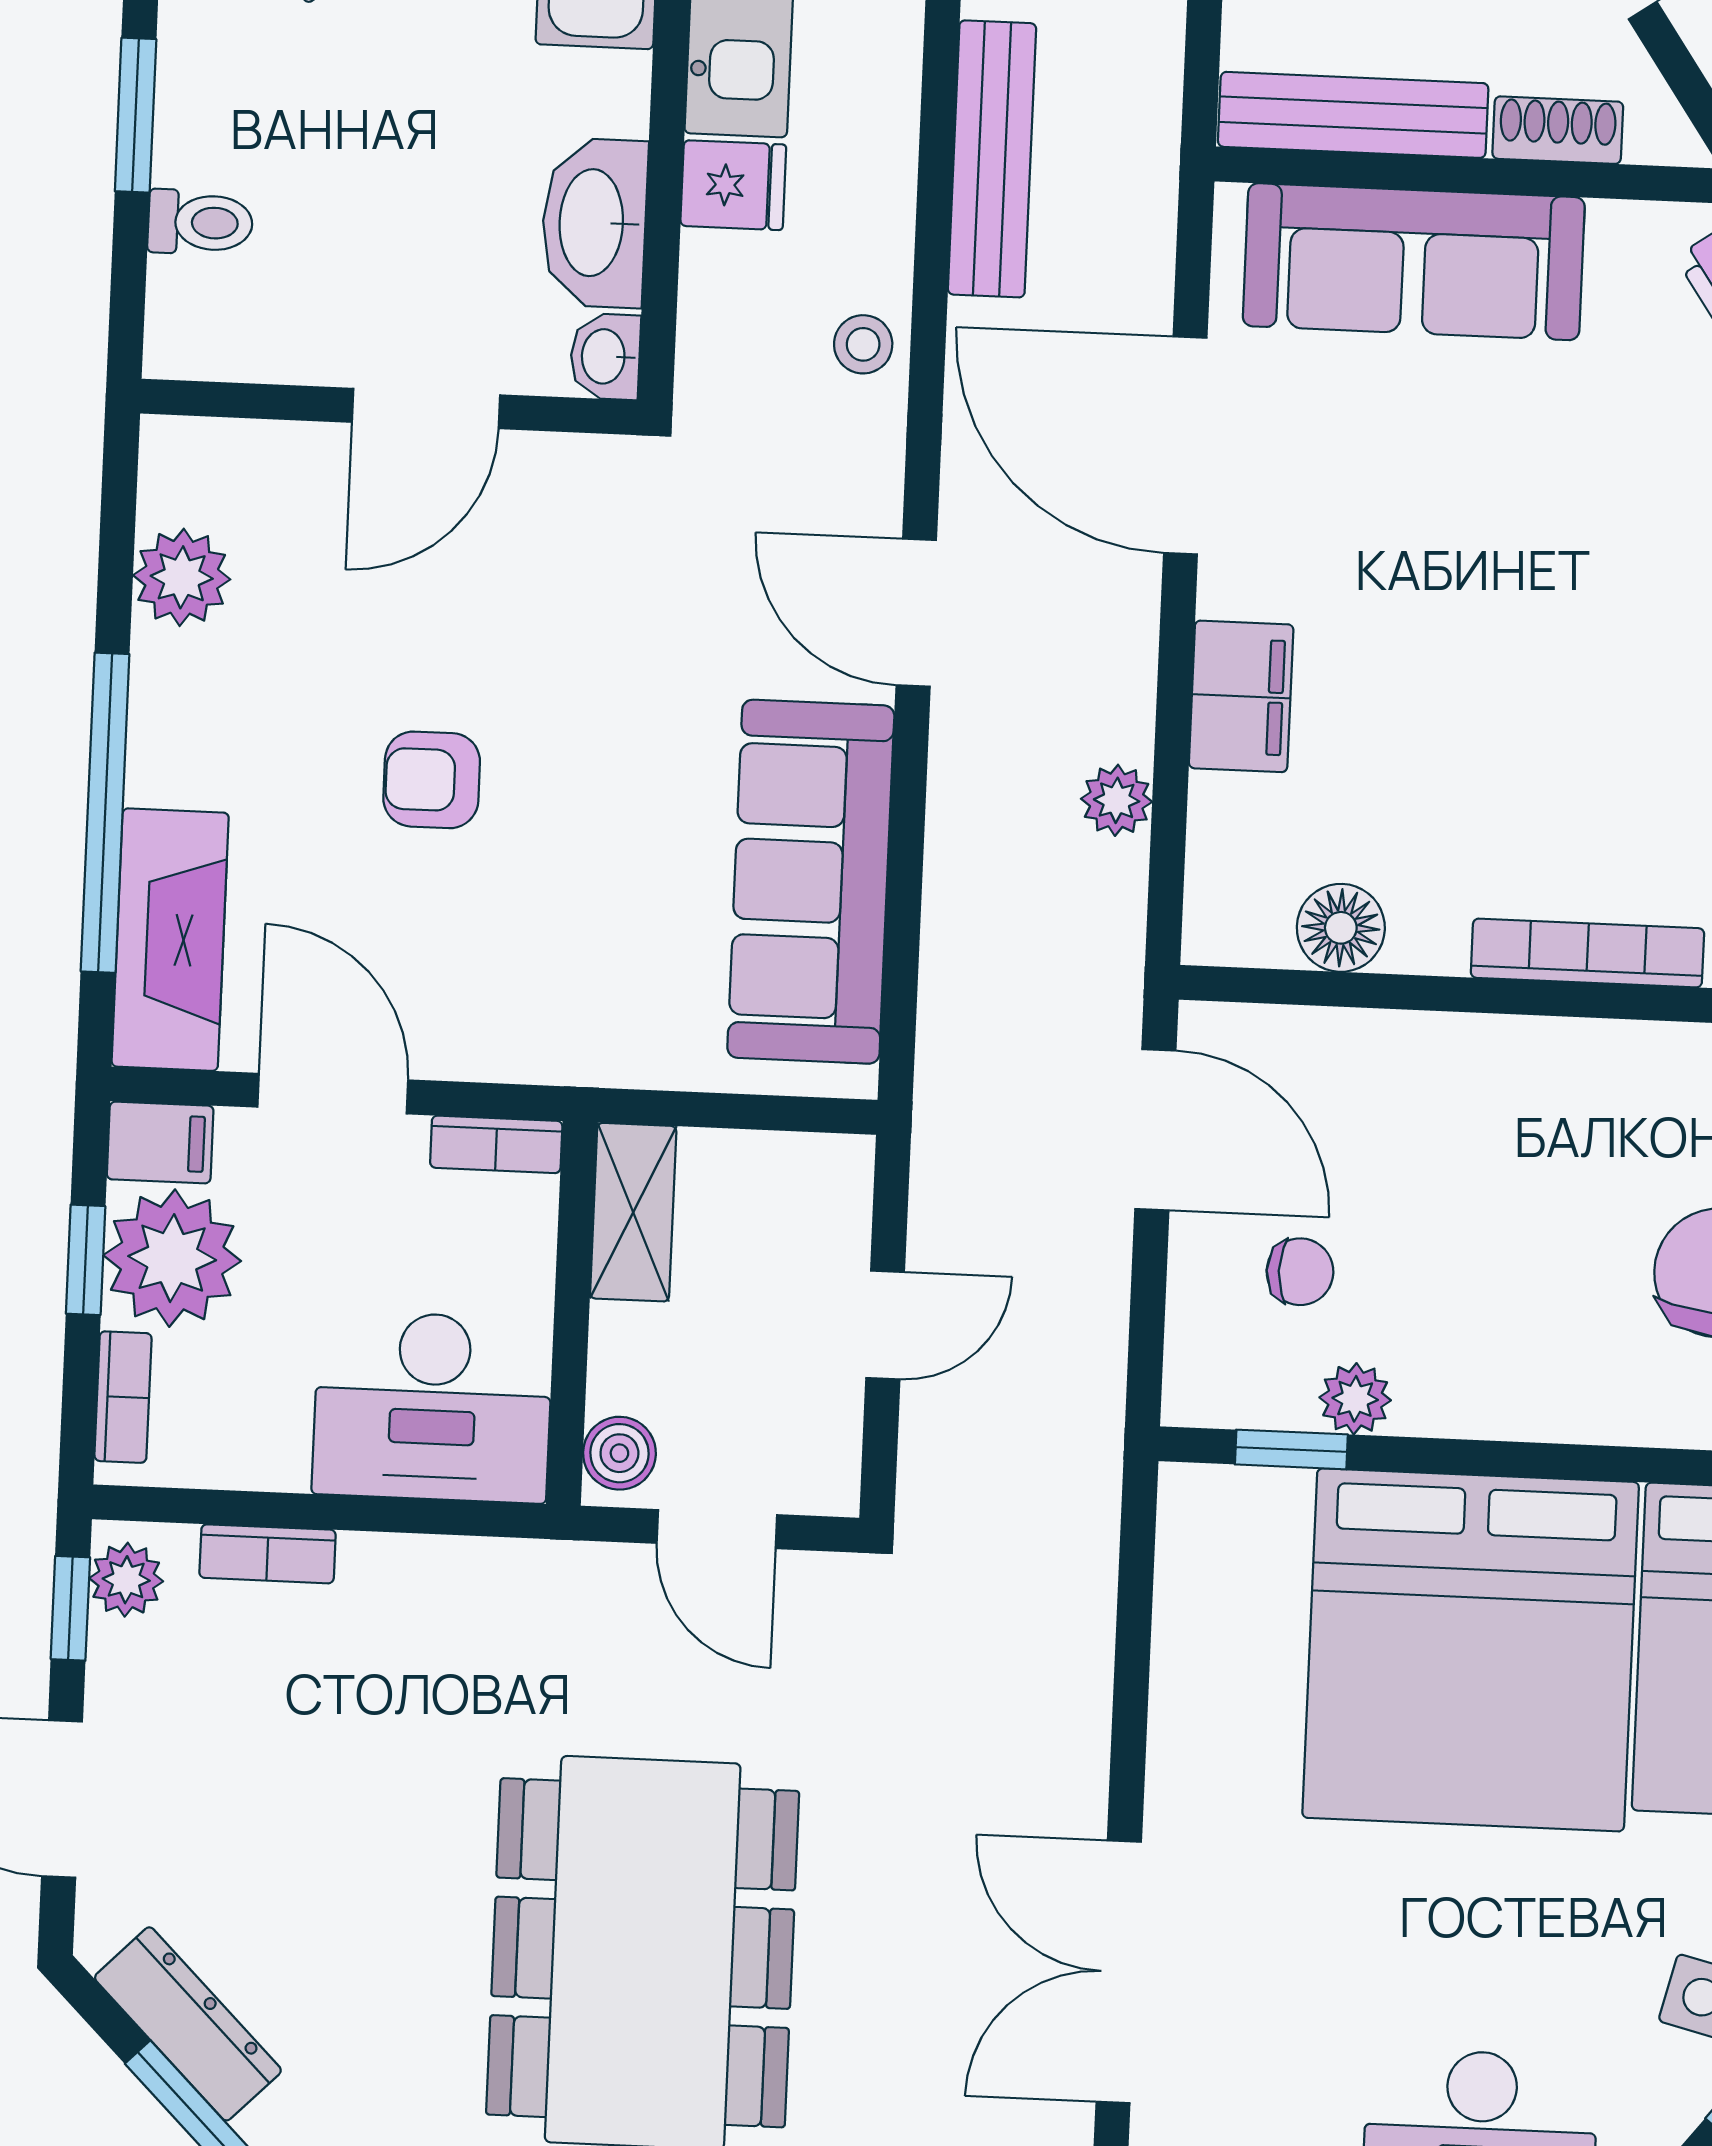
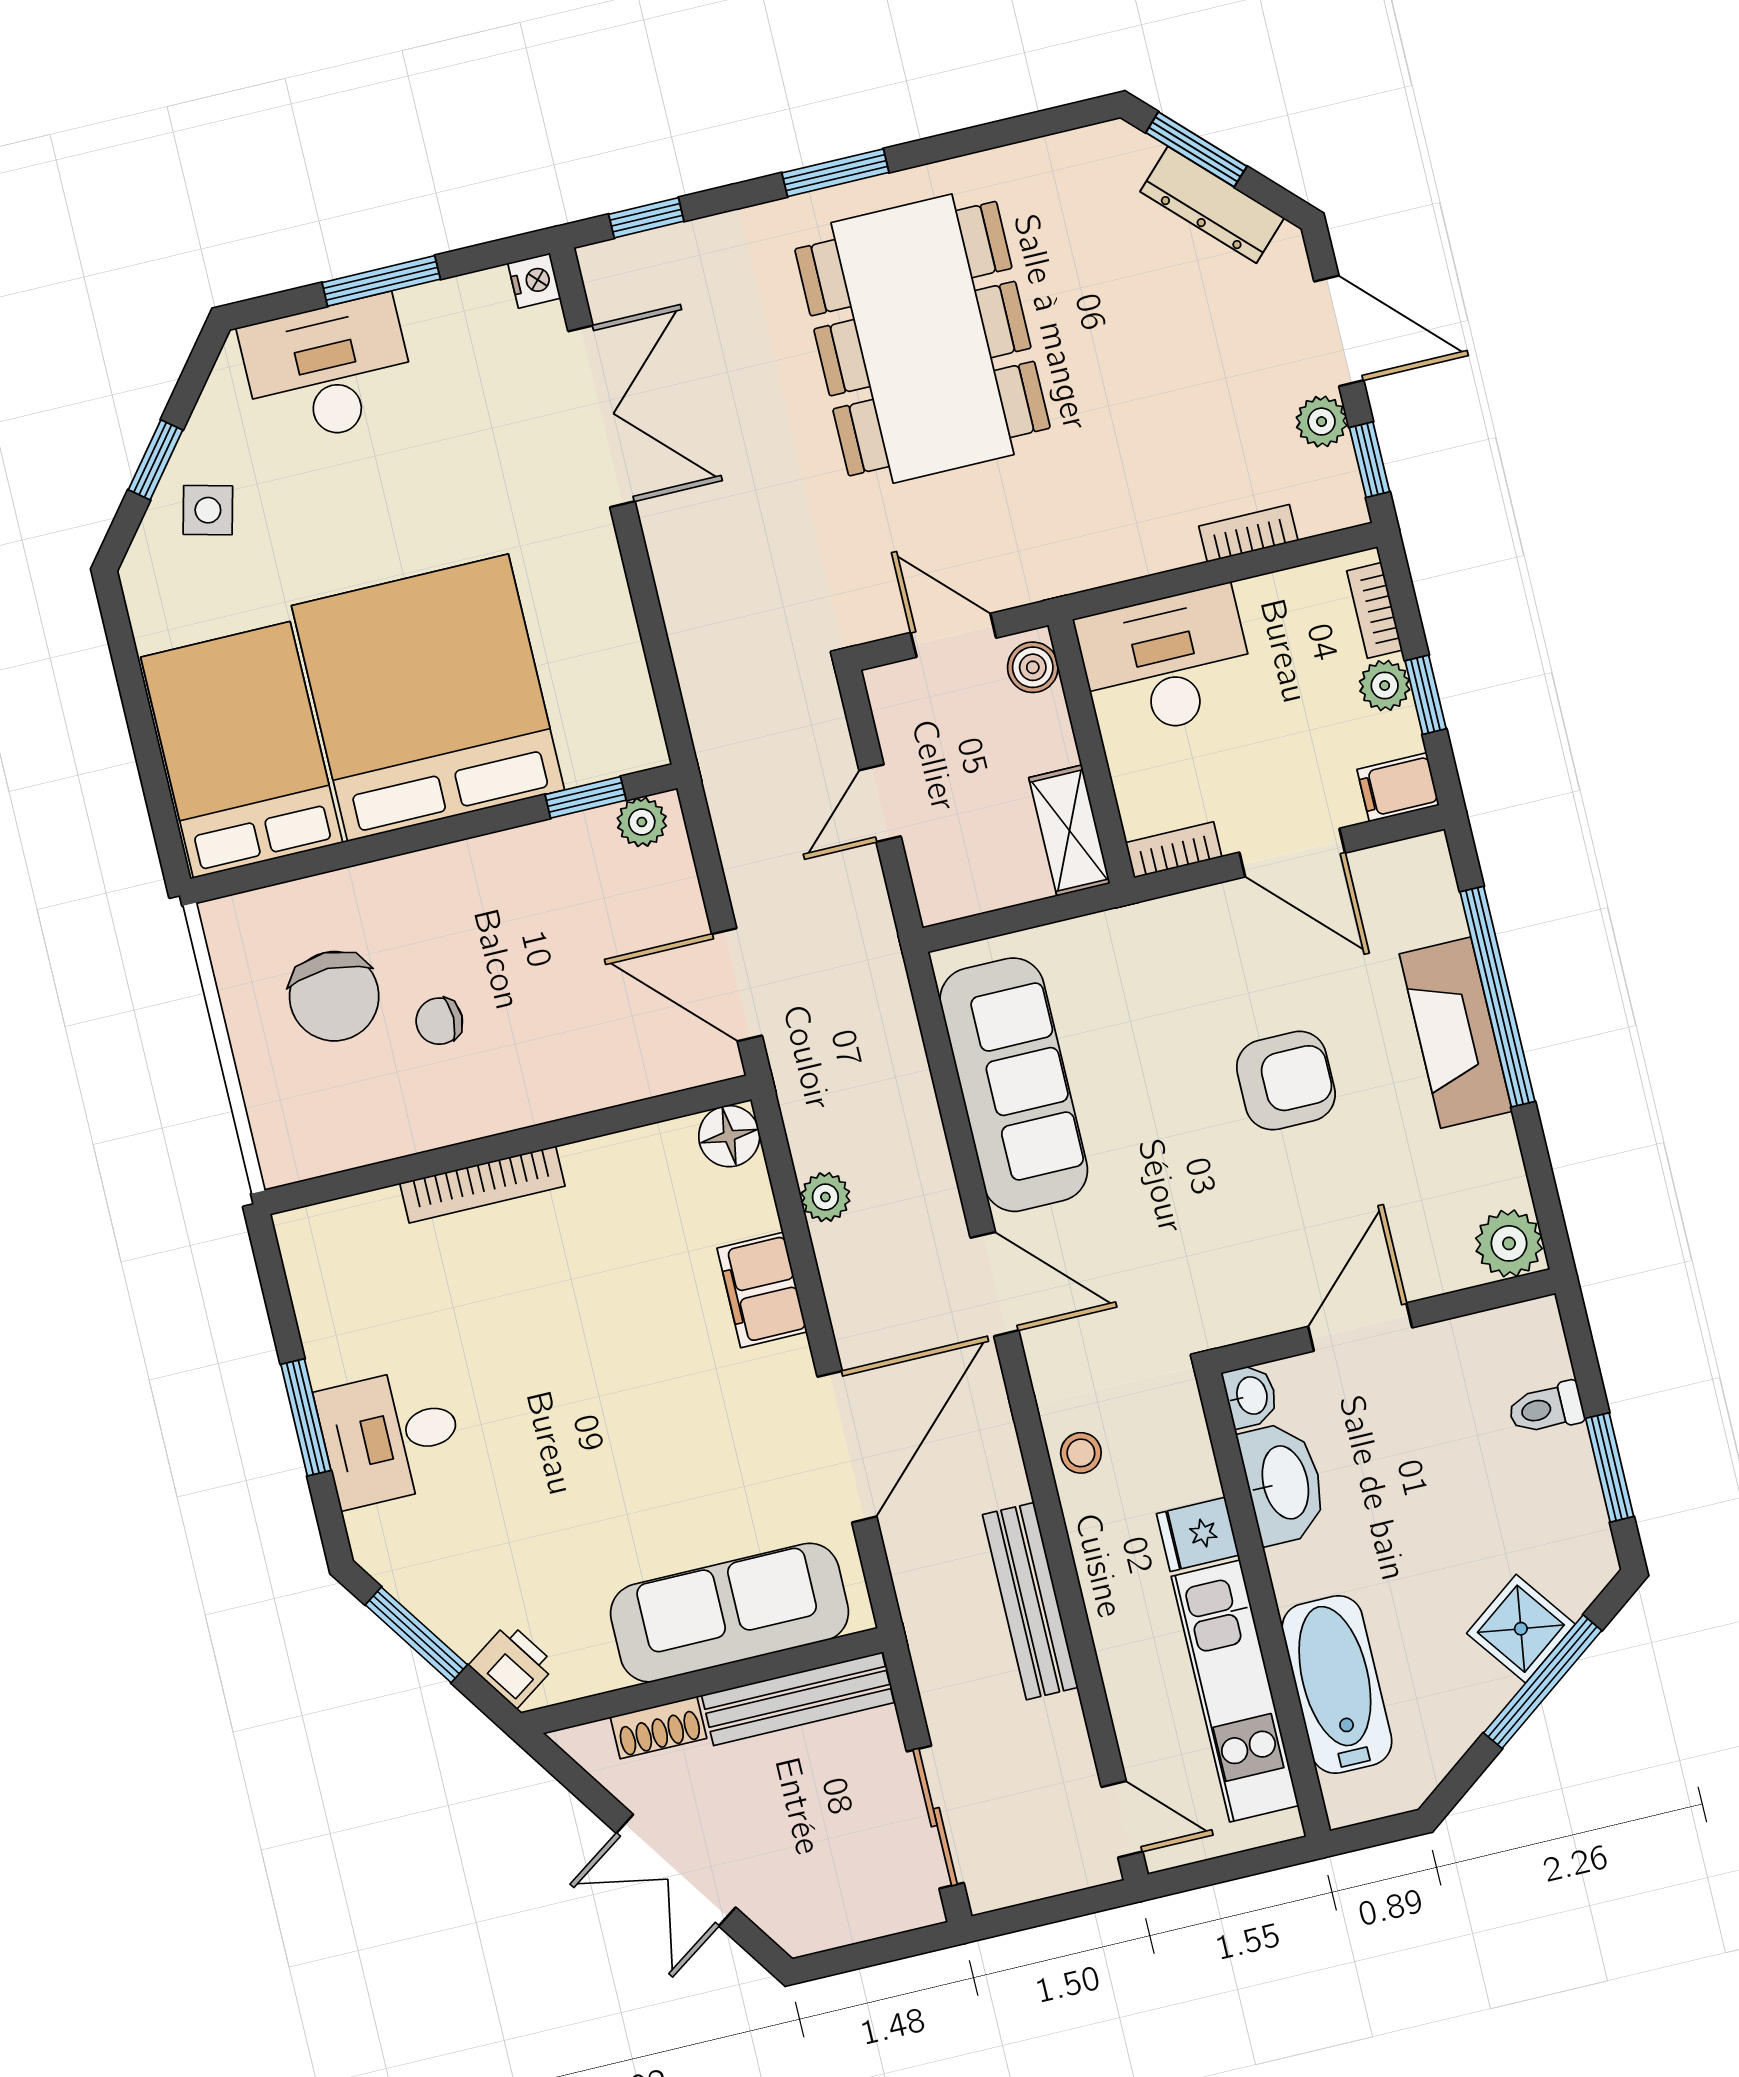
door: (1185, 445) -> (847, 1447), hinge flipped
plant: (182, 577) -> (1509, 1243), moved
armchair: (432, 780) -> (1286, 1081), width x1.38, depth x1.38
floor lamp: (1341, 928) -> (729, 1136), moved
fireplace: (170, 940) -> (1456, 1033), moved
plant: (172, 1258) -> (1385, 685), width x0.53, depth x0.53
chair: (1300, 1272) -> (439, 1021), moved
plant: (1355, 1399) -> (642, 822), moved
plant: (126, 1580) -> (1322, 422), moved

